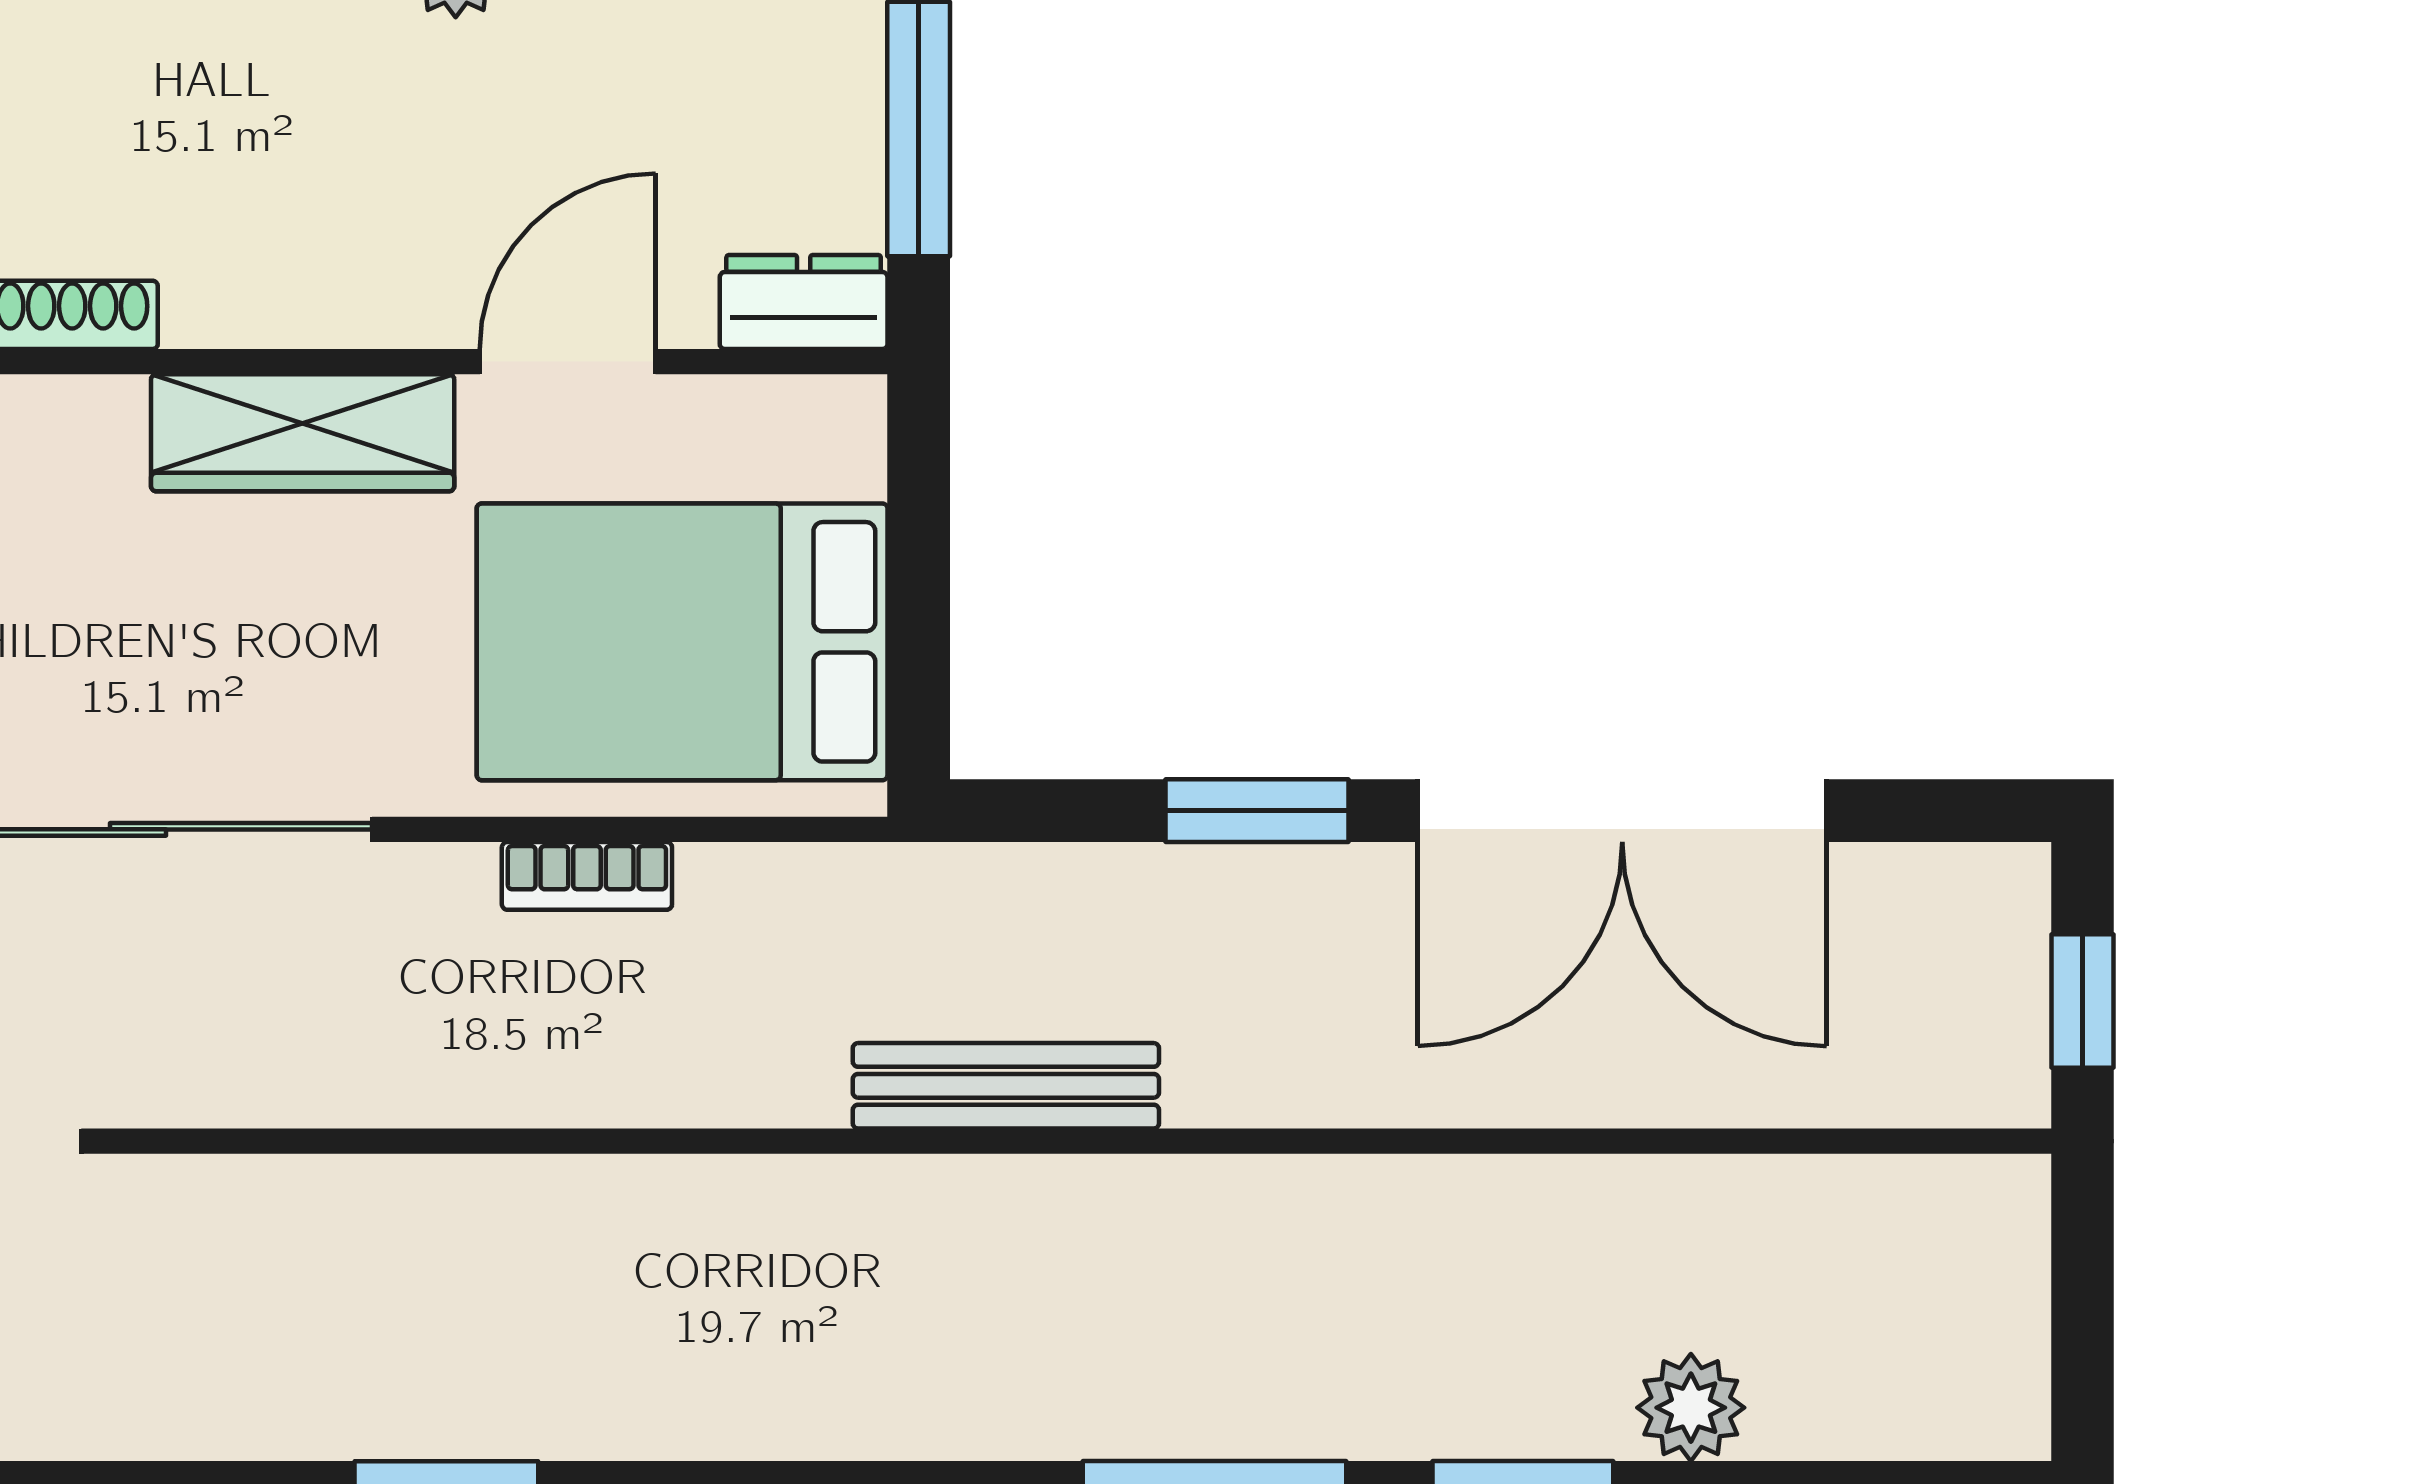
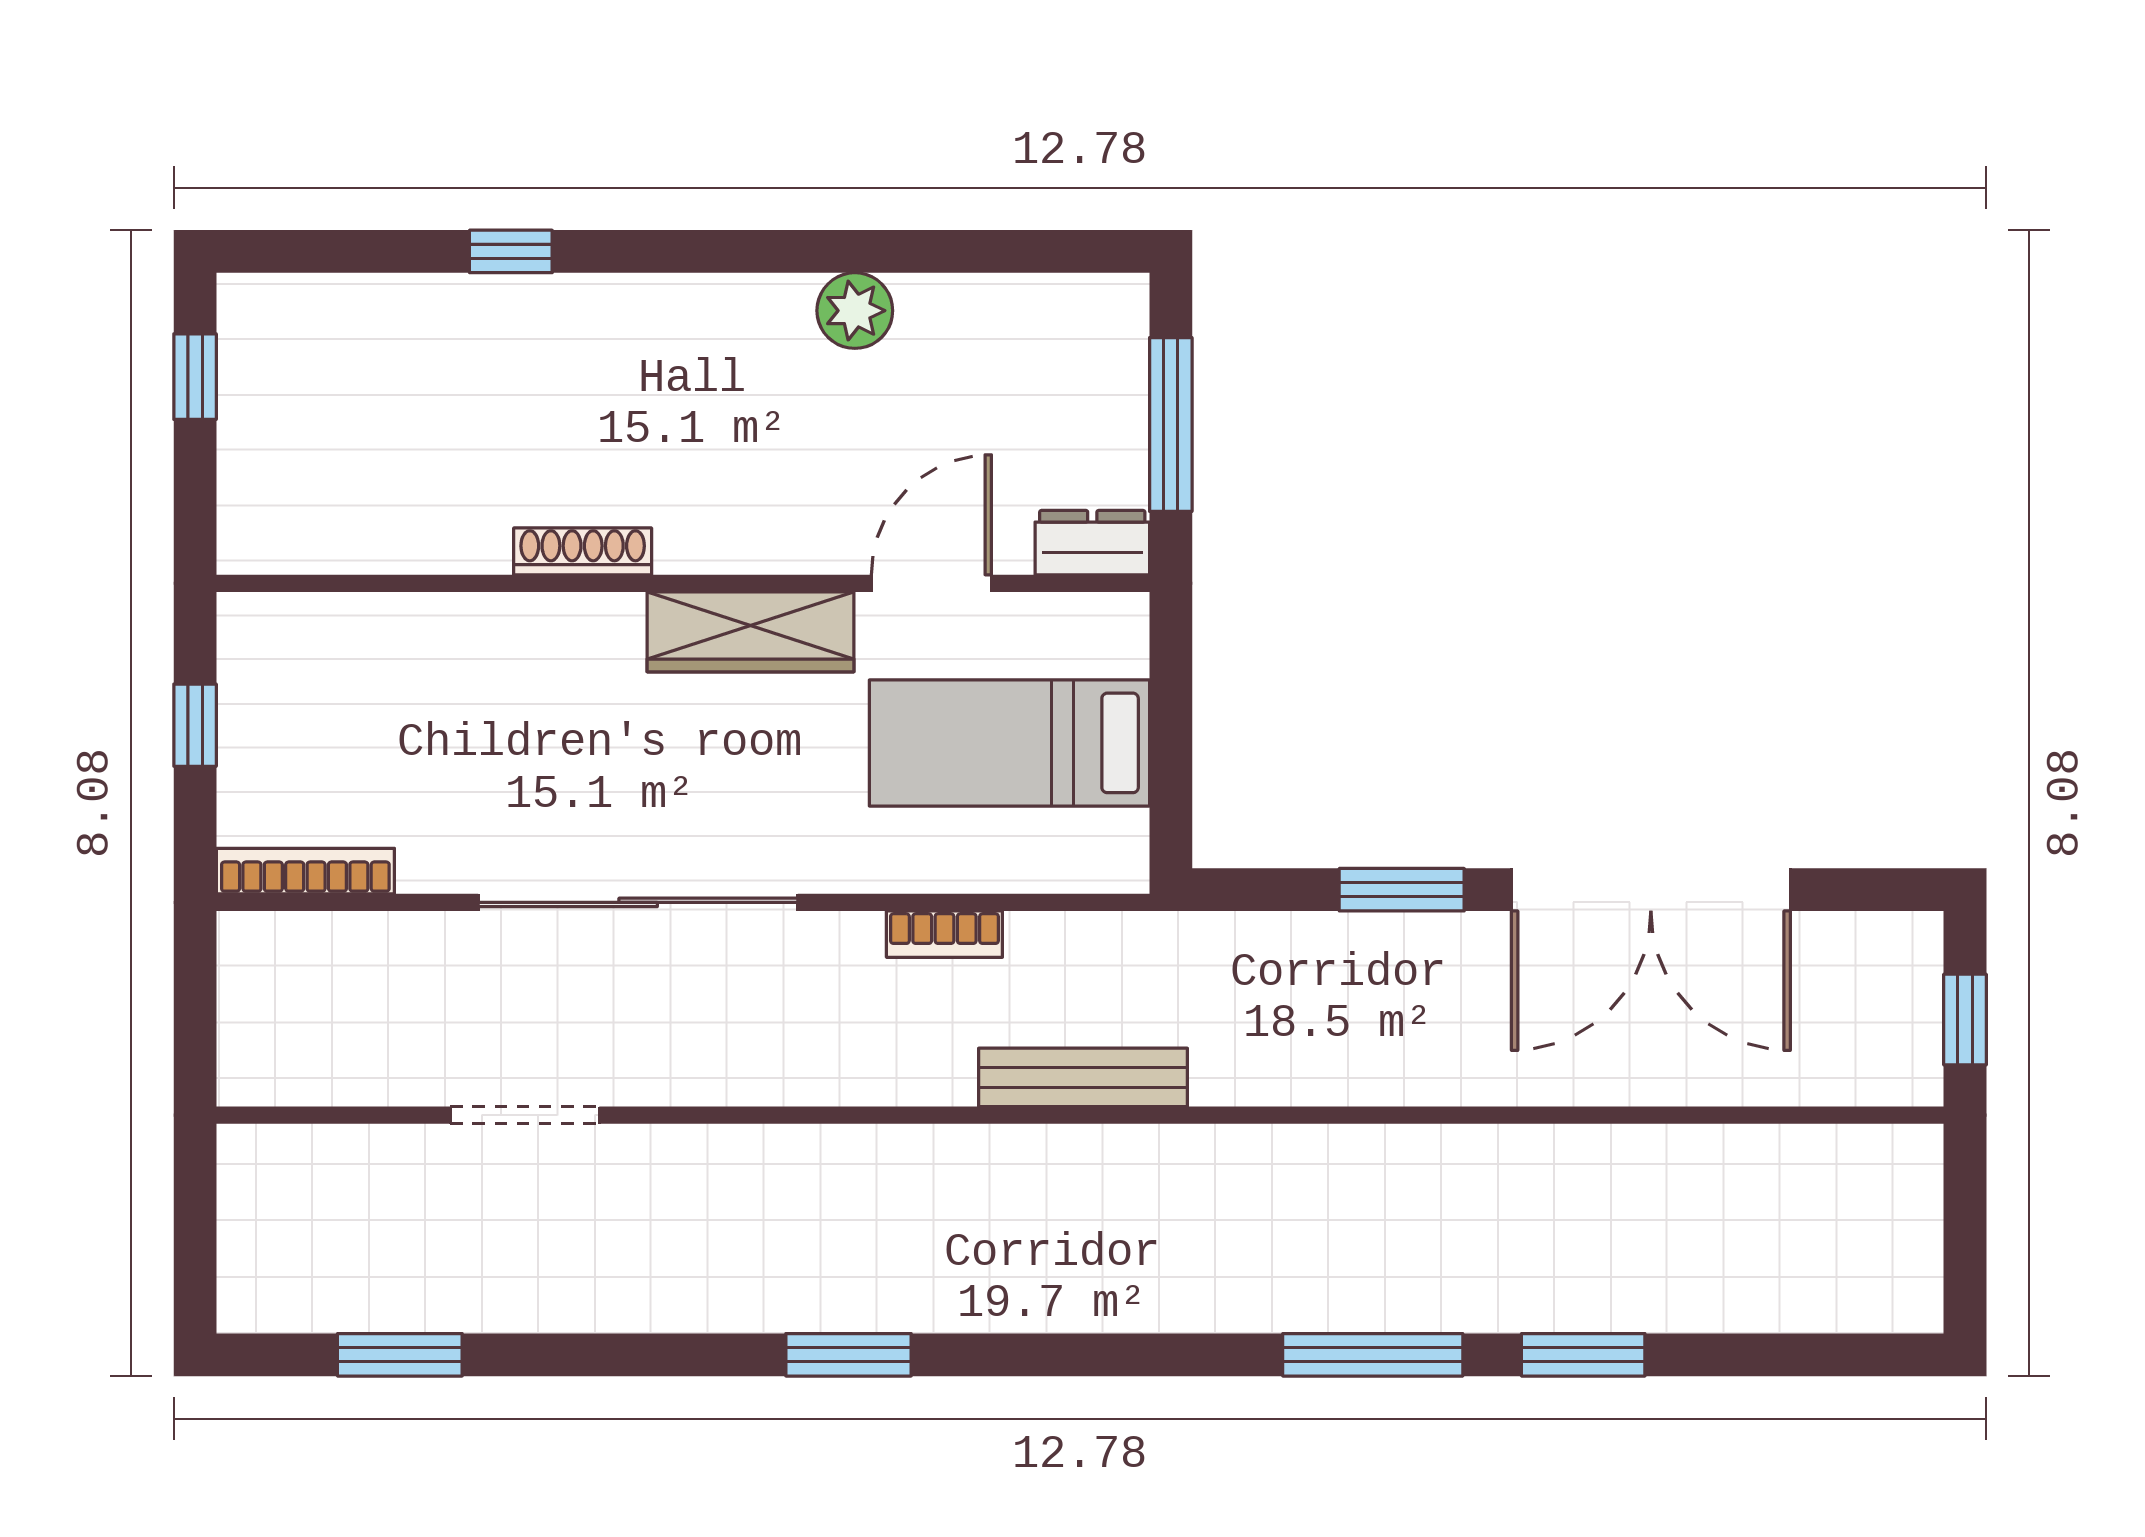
bed: (682, 642) -> (1009, 743), width x0.67
bench: (1006, 1086) -> (1083, 1077), moved
plant: (1691, 1408) -> (1698, 1297), removed

